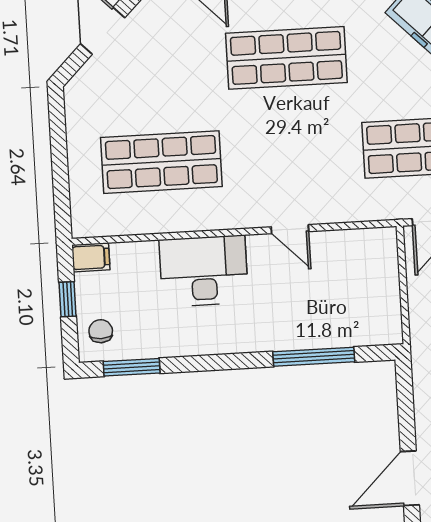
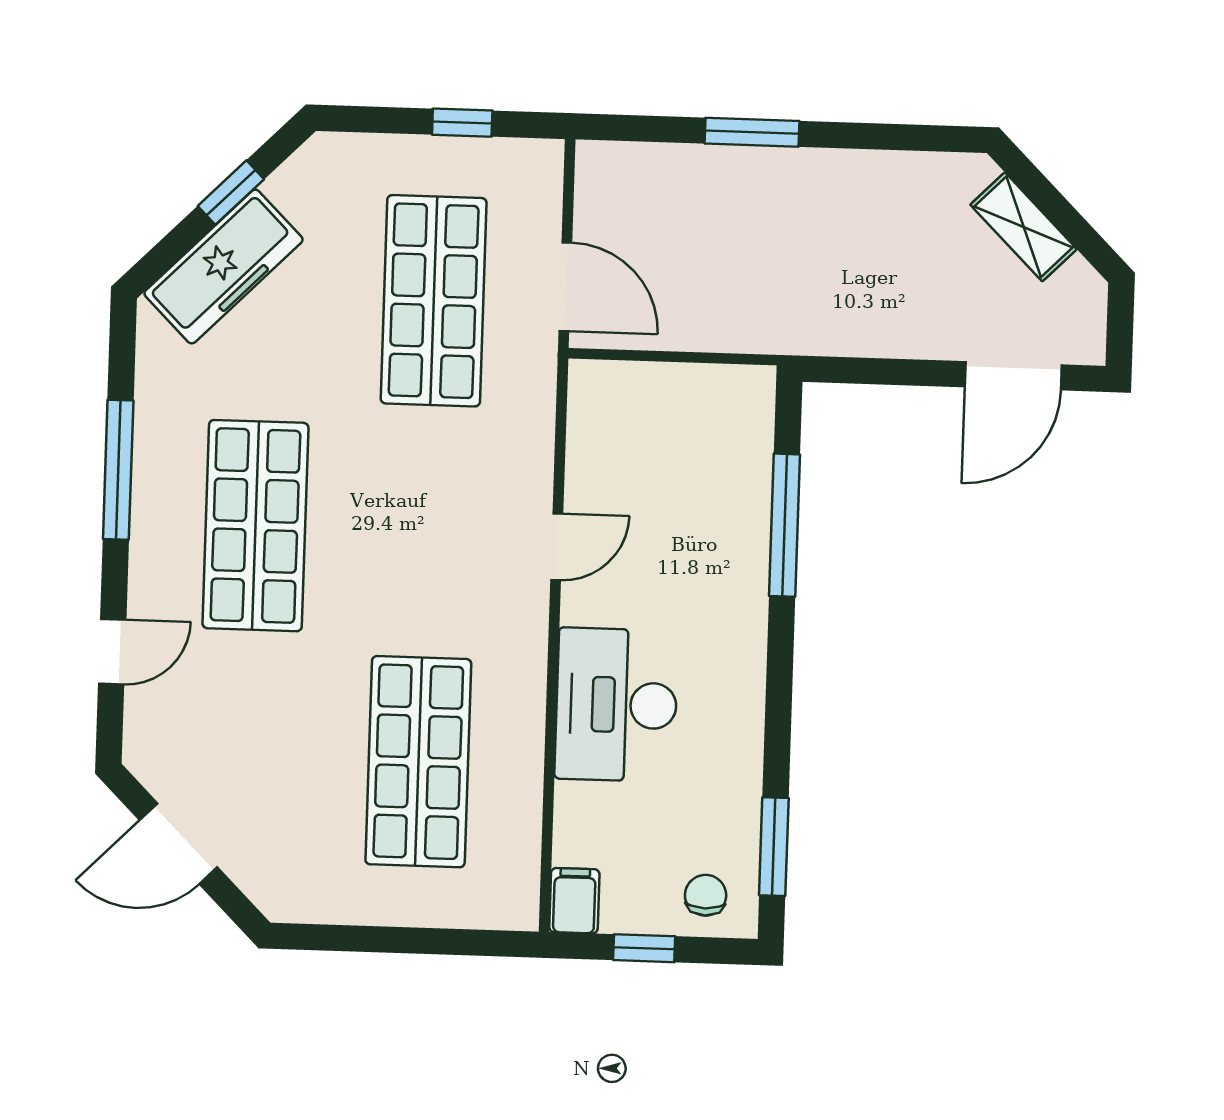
chair: (101, 331) -> (706, 895), turned 90
door: (410, 478) -> (1013, 376), hinge flipped

